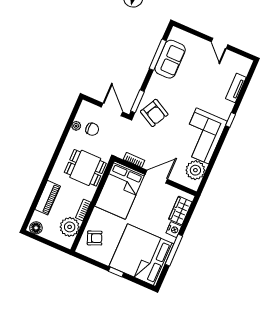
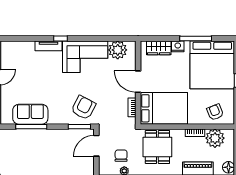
tv unit: (236, 88) -> (48, 46), moved

